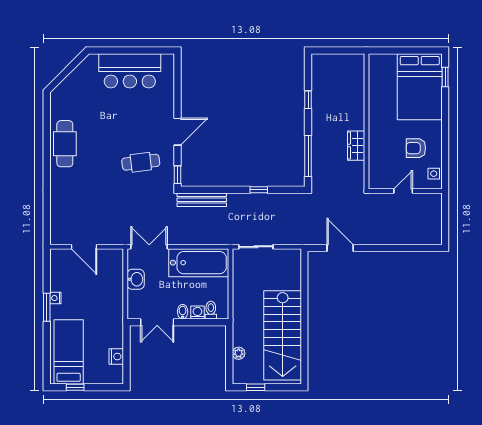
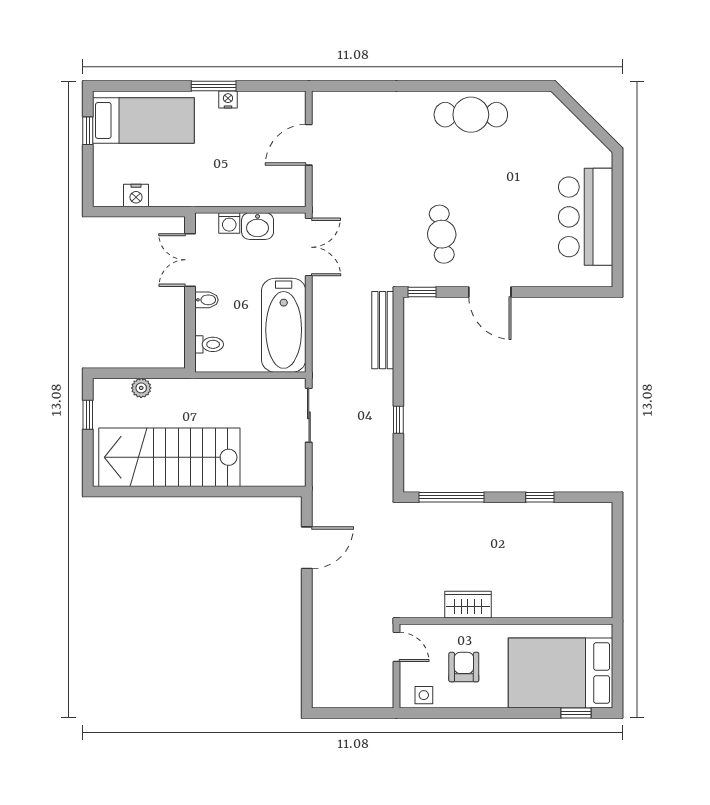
wall: (367, 121) -> (506, 621), moved
wardrobe: (356, 146) -> (468, 605), moved
washing machine: (197, 312) -> (229, 223), moved, turned 90

